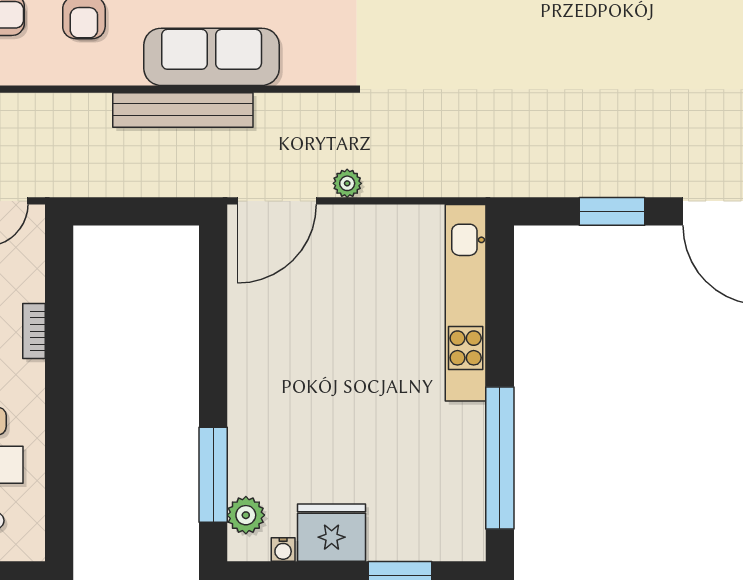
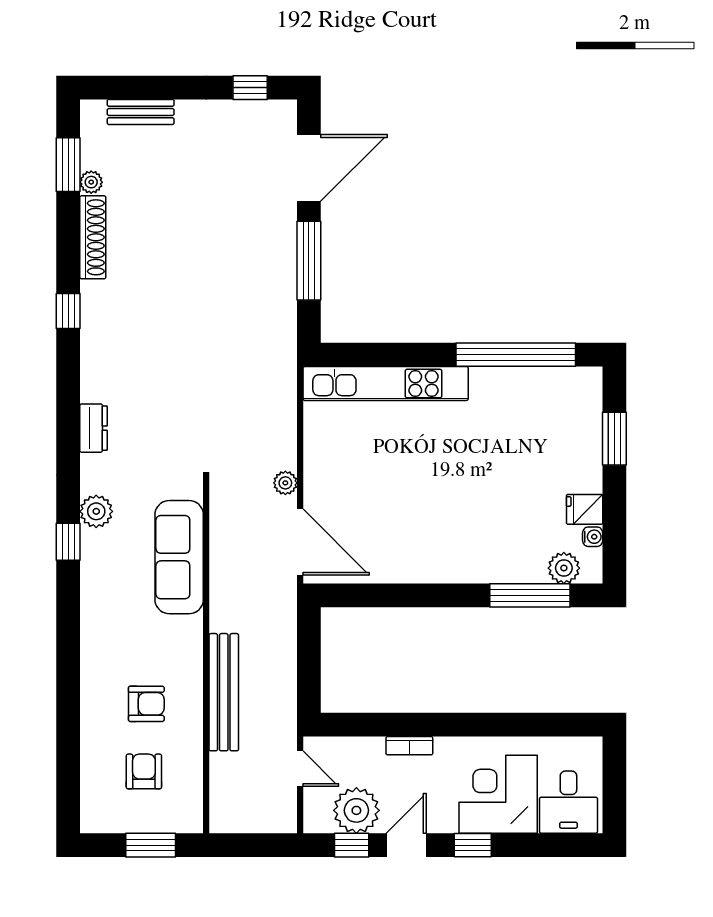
sofa: (212, 57) -> (179, 557), moved
bench: (183, 110) -> (224, 692), moved
window: (612, 211) -> (309, 261), width x1.44
fridge: (332, 533) -> (585, 509), width x0.53, depth x0.75

